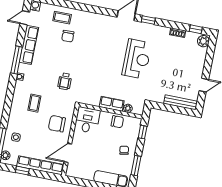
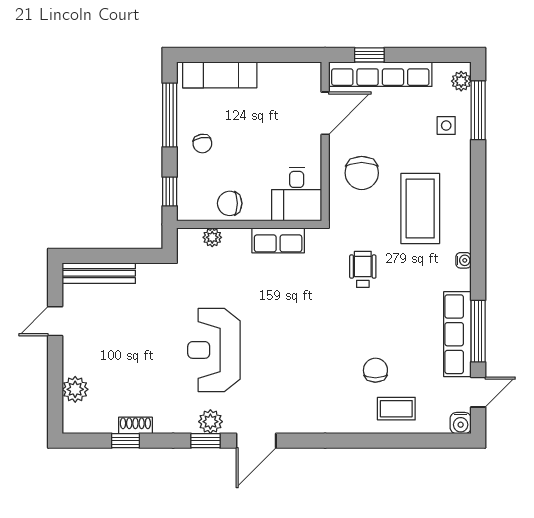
plant: (144, 28) -> (210, 422), added
window: (196, 29) -> (125, 441), moved
plant: (203, 41) -> (75, 389), moved
window: (16, 60) -> (478, 331), moved
coffee table: (34, 103) -> (420, 209), width x1.86, depth x1.72
row of seats: (112, 104) -> (278, 240), moved
chair: (57, 124) -> (362, 173), turned 90
window: (136, 166) -> (170, 115), width x1.44
window: (22, 171) -> (369, 55), moved

